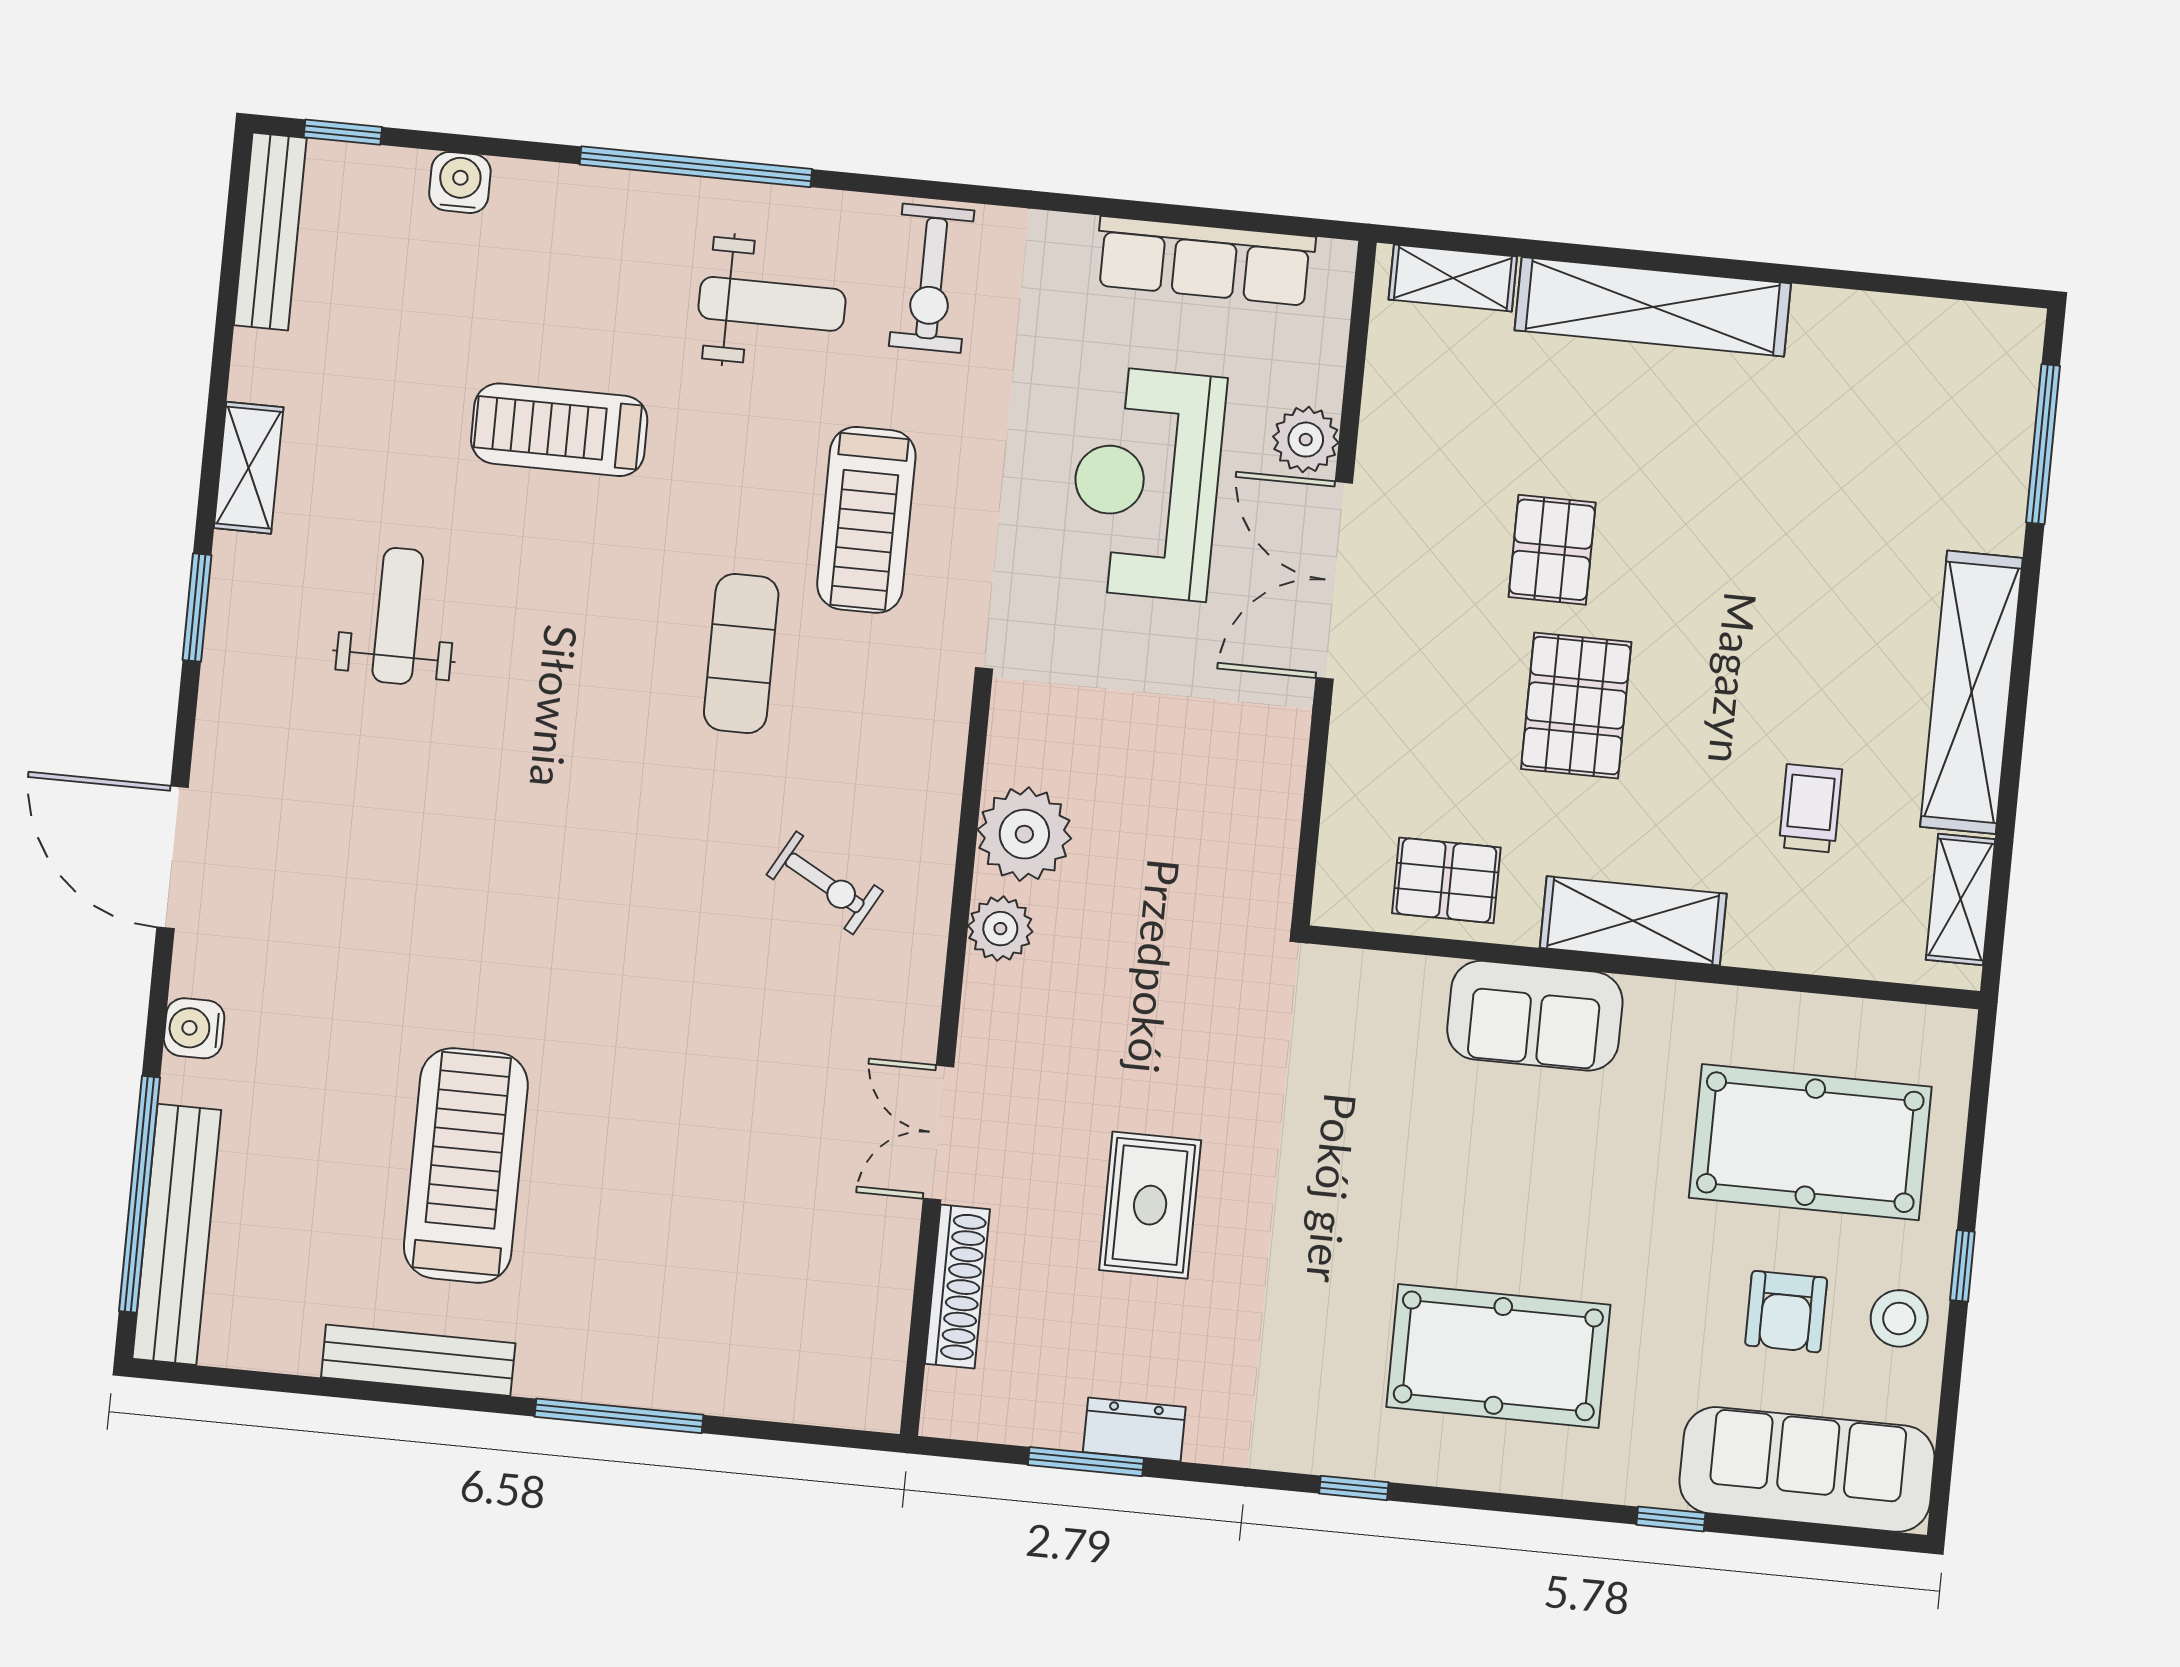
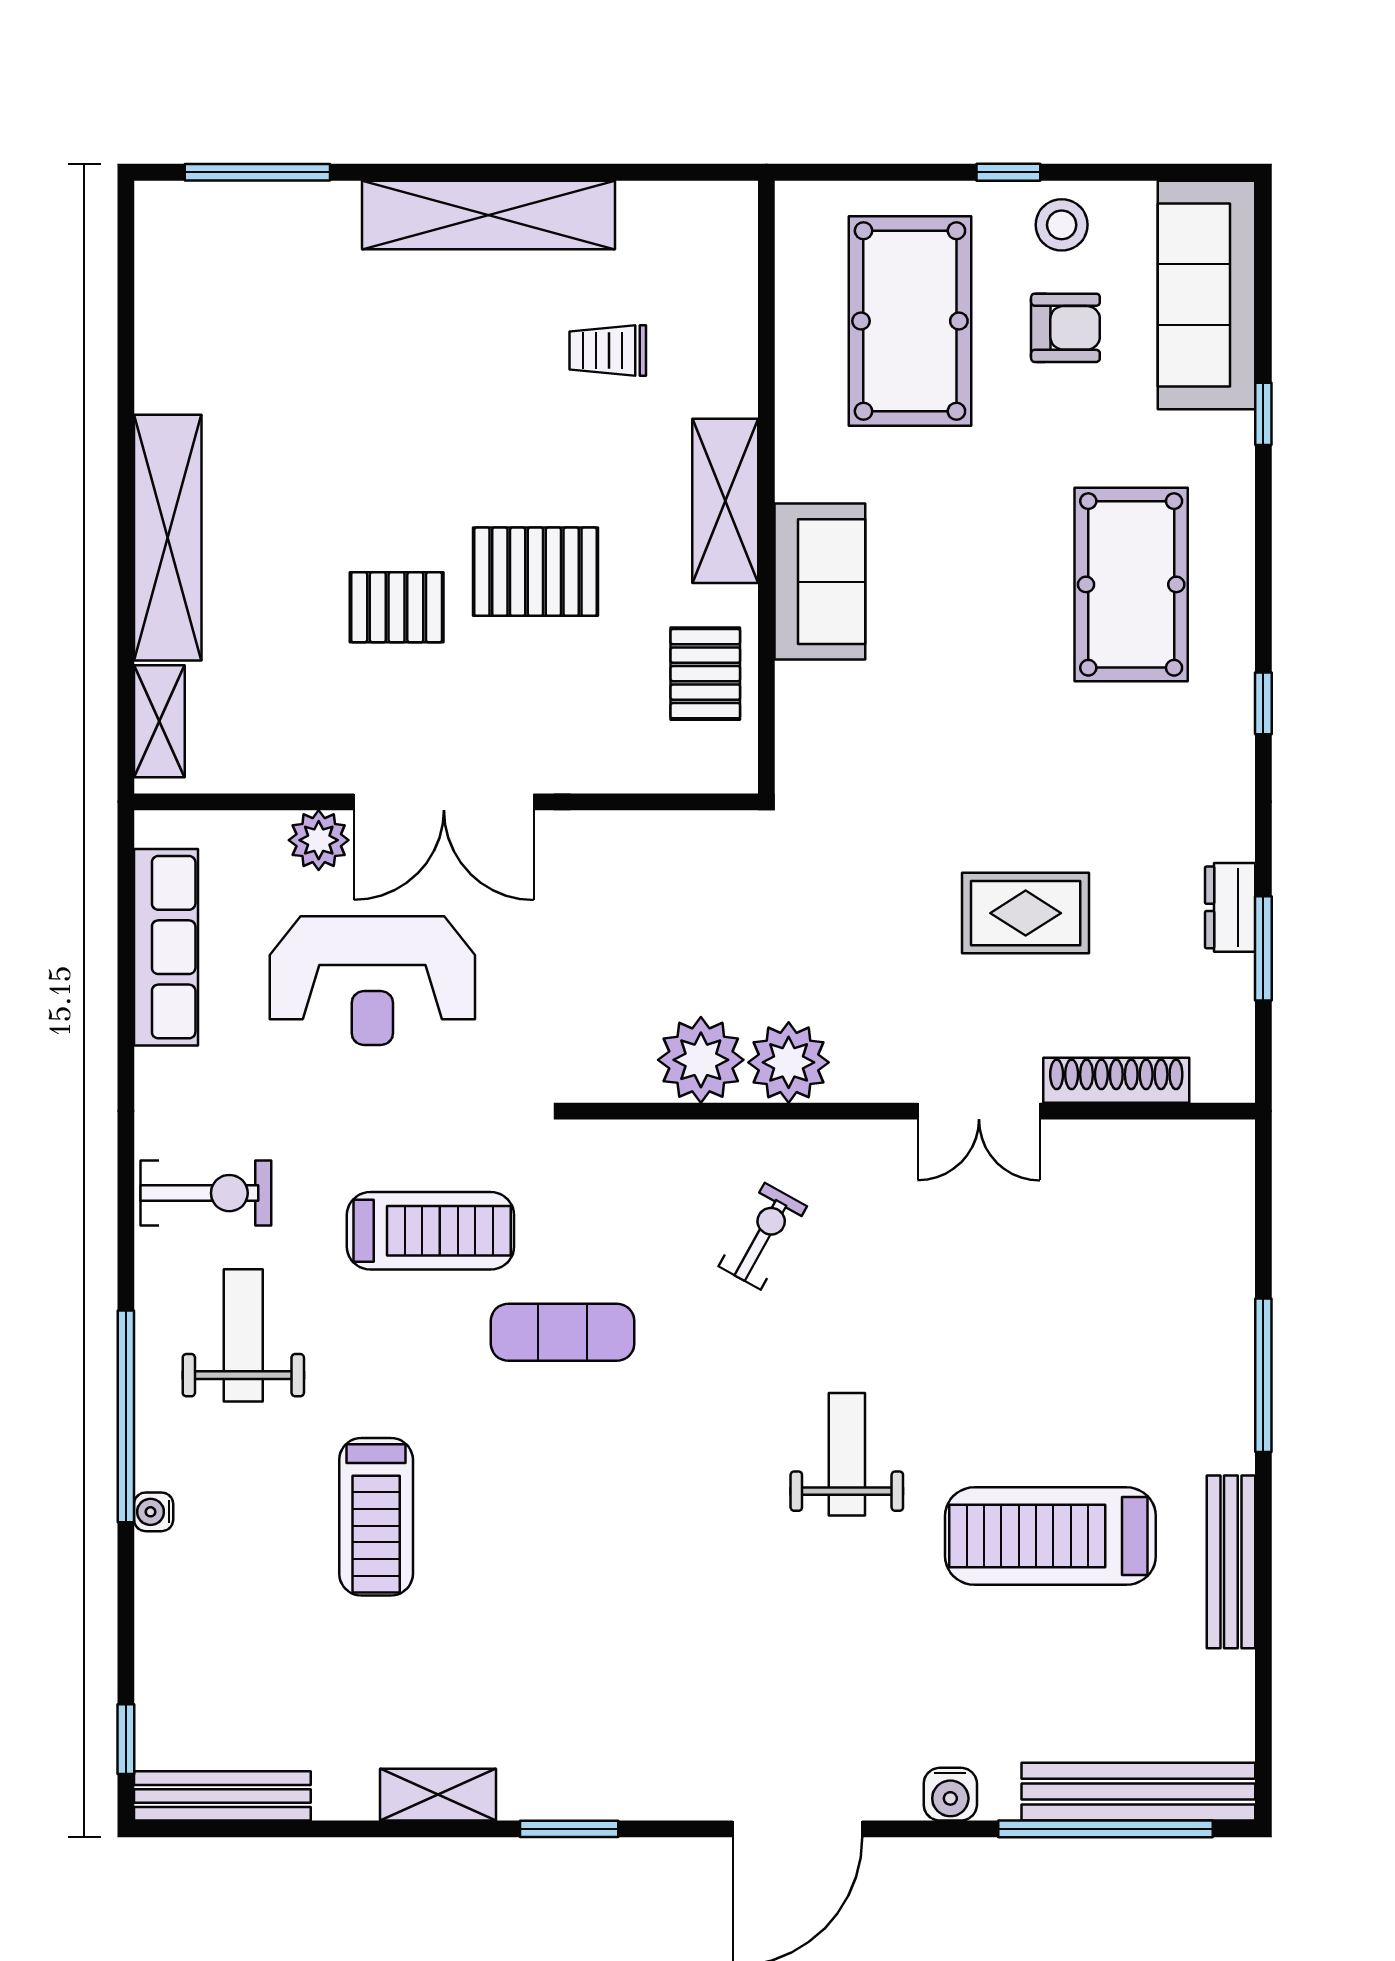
water cooler: (460, 182) -> (154, 1512), moved, width x0.72, depth x0.72
weight bench: (398, 616) -> (847, 1454), moved, turned 90
shelving: (1961, 899) -> (677, 207), removed
plant: (1000, 929) -> (789, 1062), width x1.36, depth x1.36

